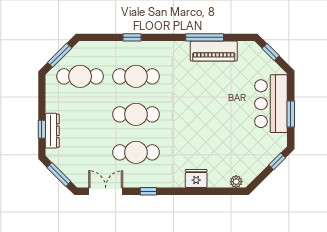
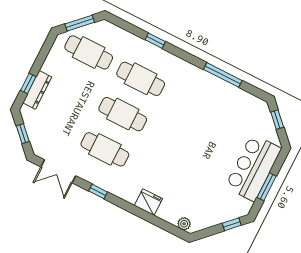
piano: (214, 51) -> (225, 92), removed
window: (59, 174) -> (23, 134), width x0.67
double door: (106, 191) -> (58, 171), swing flipped

